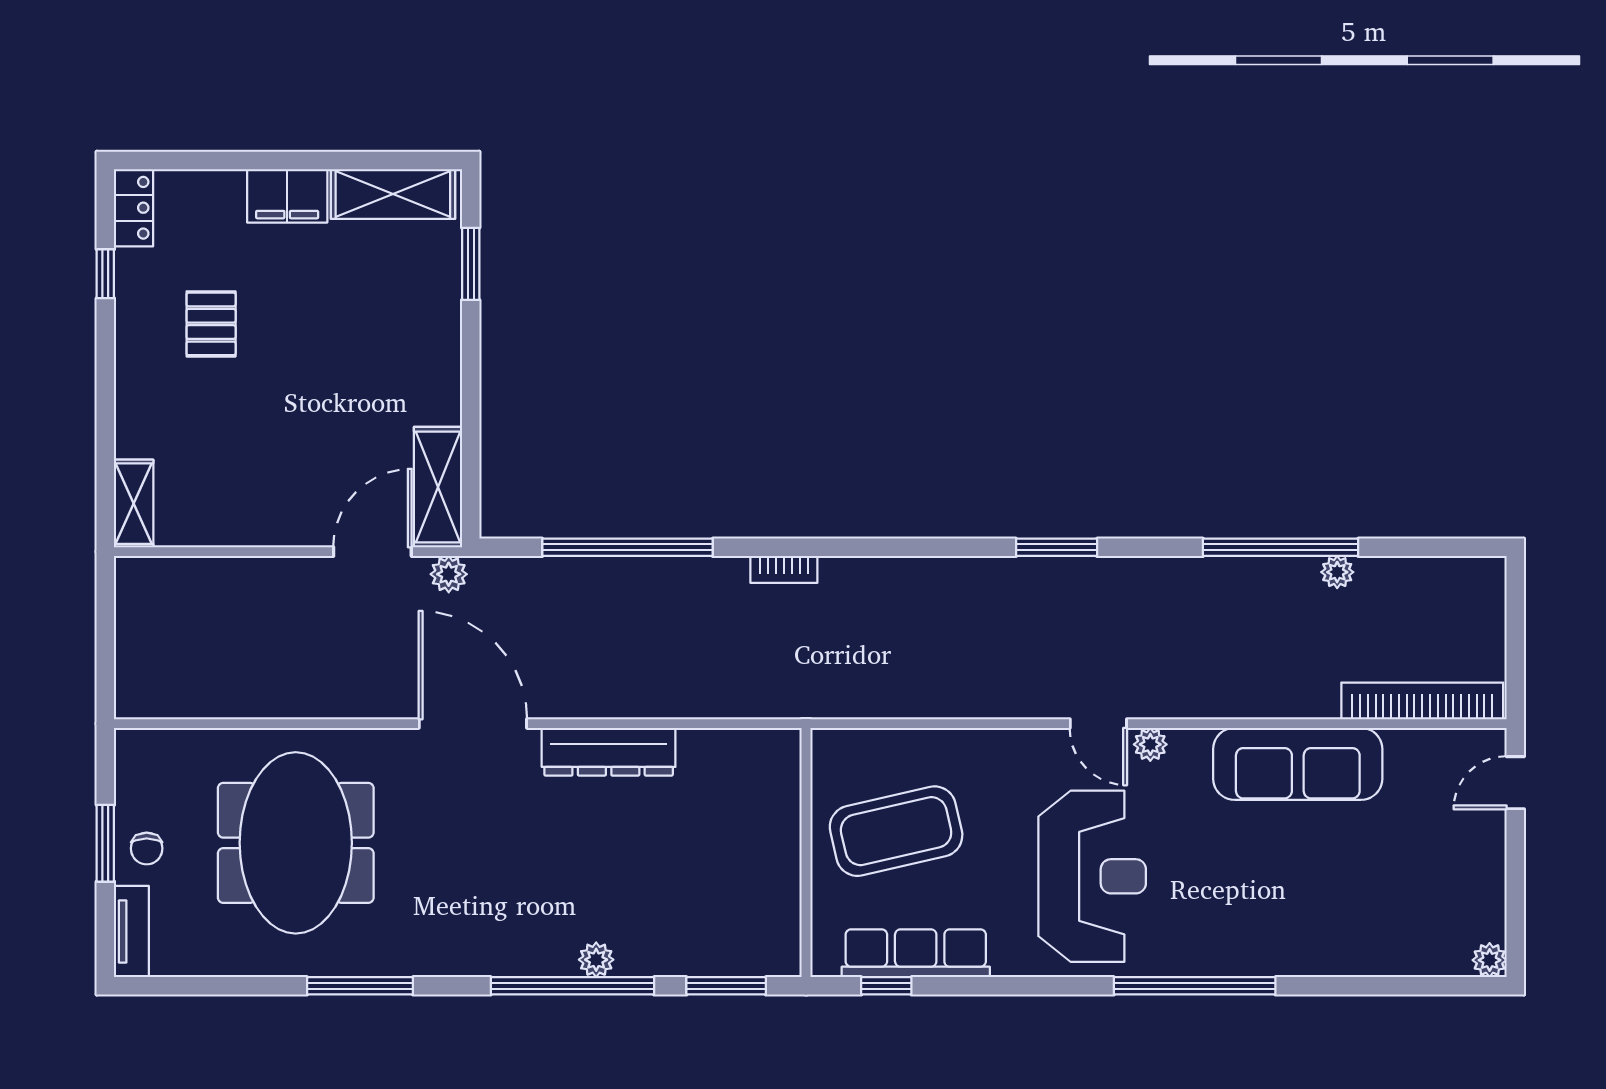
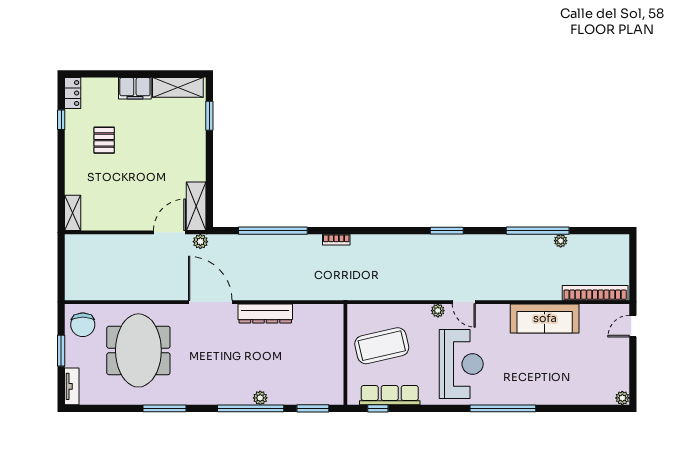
plant: (1150, 744) -> (438, 311), moved
chair: (147, 848) -> (83, 325), moved, width x1.87, depth x1.87

